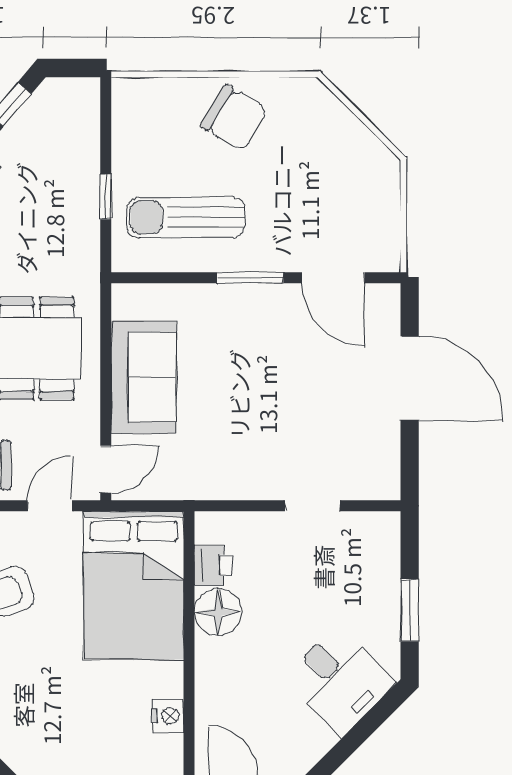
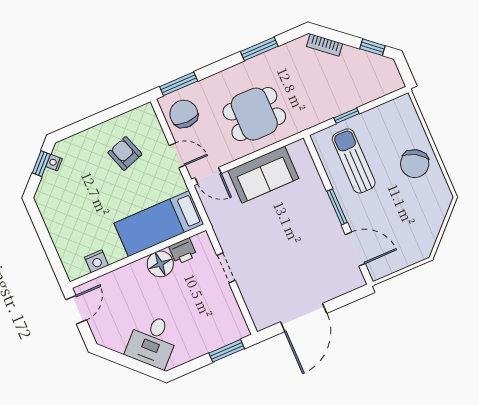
door: (333, 278) -> (355, 249), swing flipped
door: (410, 378) -> (304, 318), moved
doorway: (312, 506) -> (226, 268), moved
bed: (134, 585) -> (159, 224), width x0.67
window: (410, 610) -> (227, 351), moved

